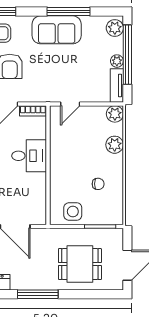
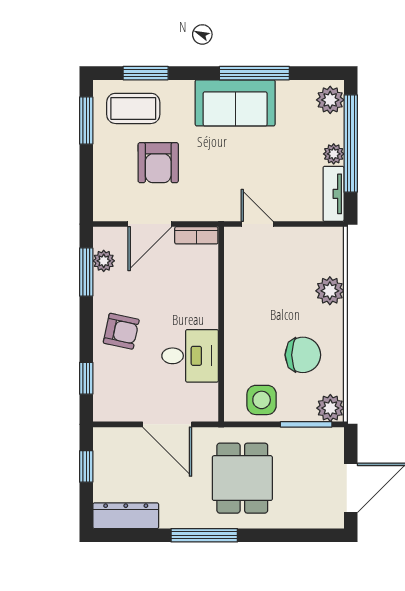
door: (70, 104) -> (257, 224), swing flipped
plant: (115, 114) -> (330, 408), moved
desk: (29, 156) -> (190, 356), moved
chair: (98, 184) -> (303, 355), width x1.87, depth x1.87
dining table: (80, 264) -> (242, 478), moved, turned 90

